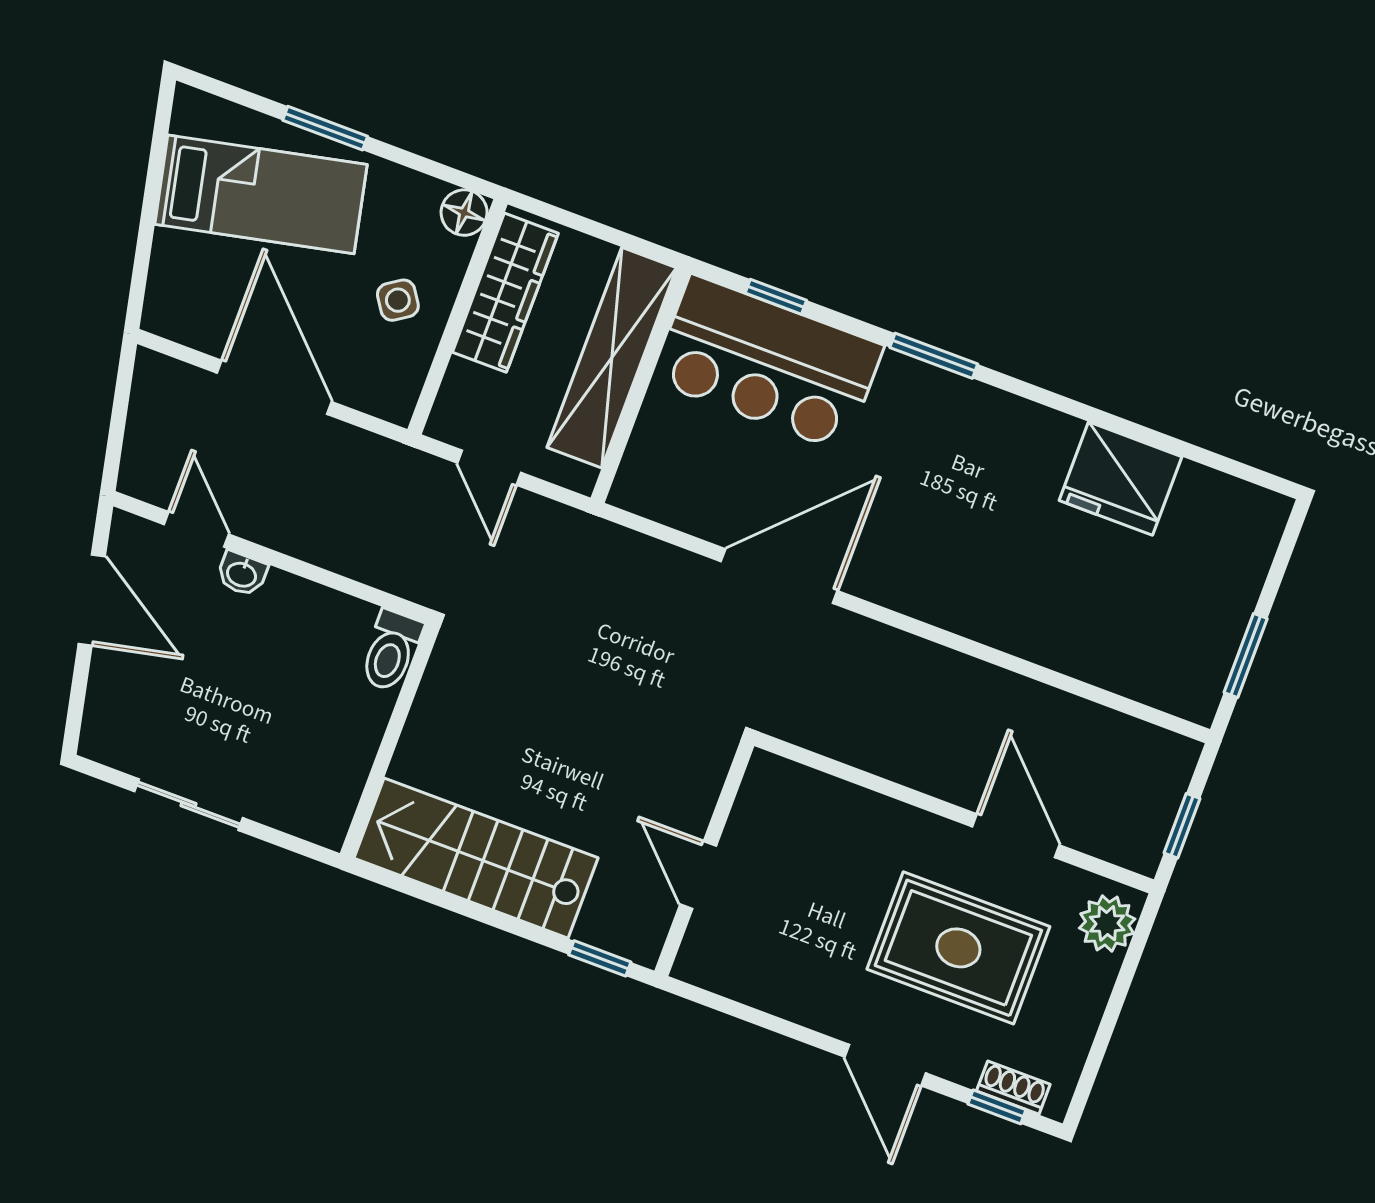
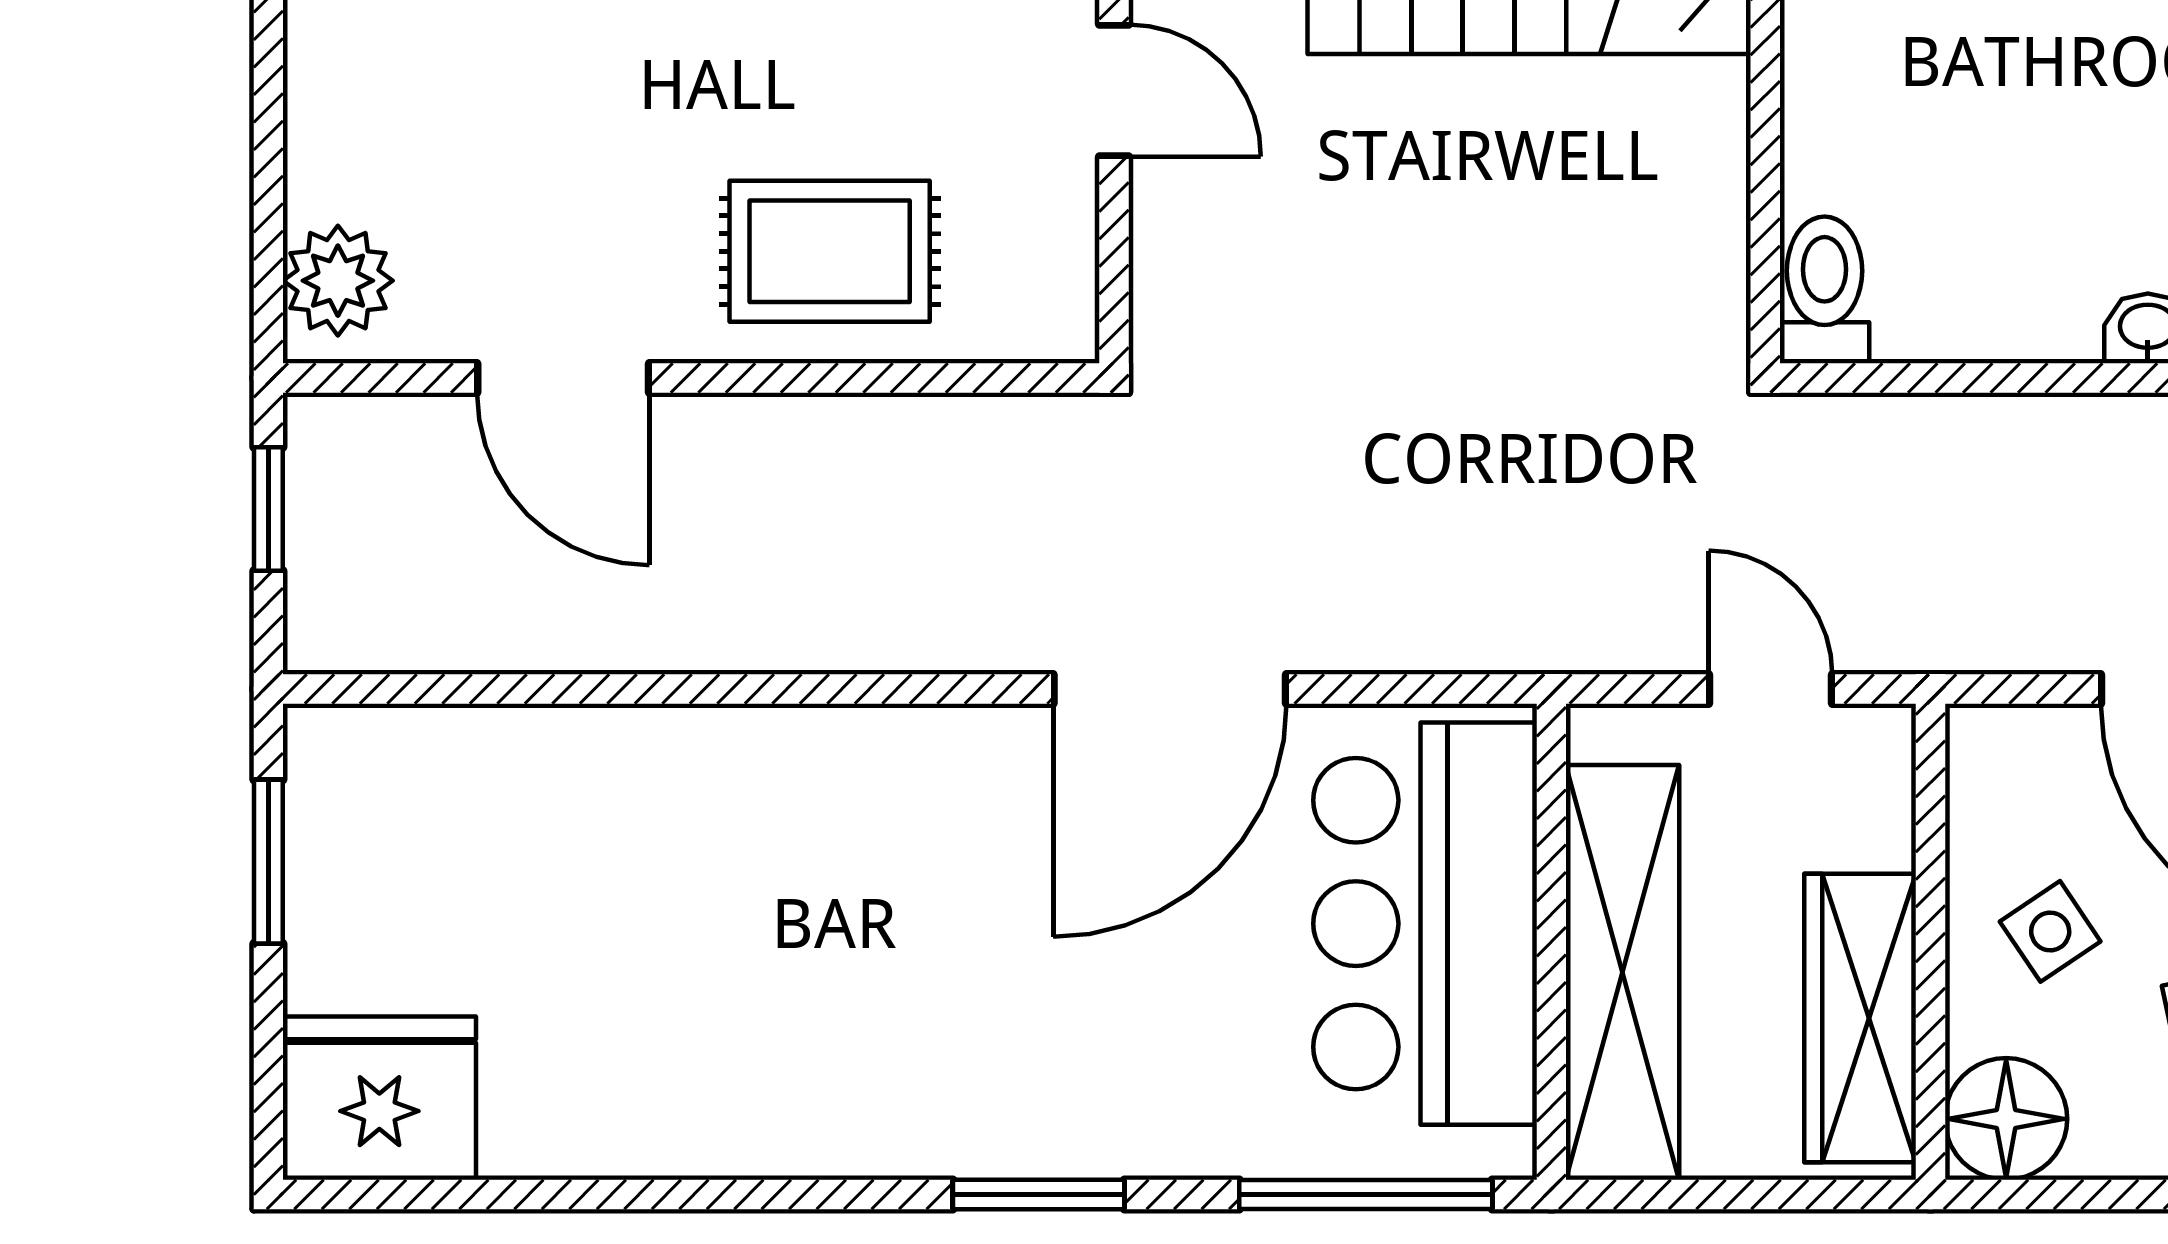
floor lamp: (464, 213) -> (2006, 1119), width x1.38, depth x1.38
window: (776, 297) -> (1366, 1194), width x2.17
bar counter: (768, 363) -> (1425, 924), moved, turned -90
fridge: (1120, 479) -> (379, 1098), moved
rug: (958, 948) -> (830, 251), moved, width x0.73, depth x0.70

